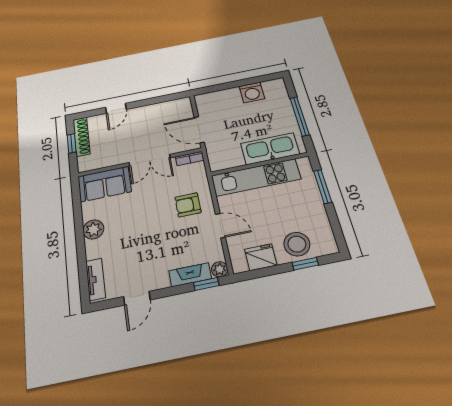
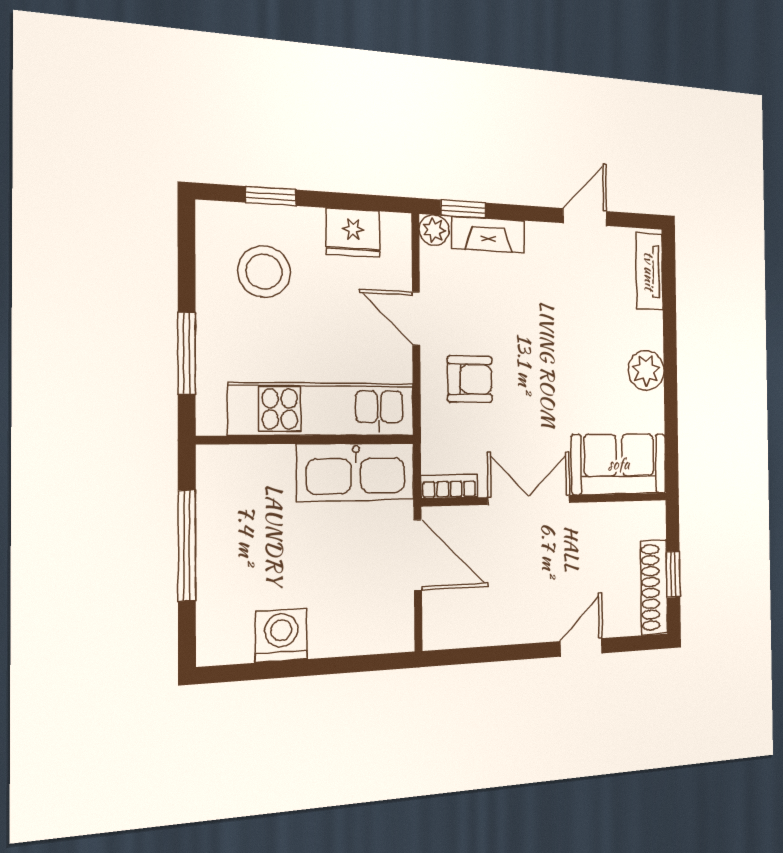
kitchen sink: (270, 149) -> (356, 472), moved
stool: (297, 244) -> (264, 272), moved

